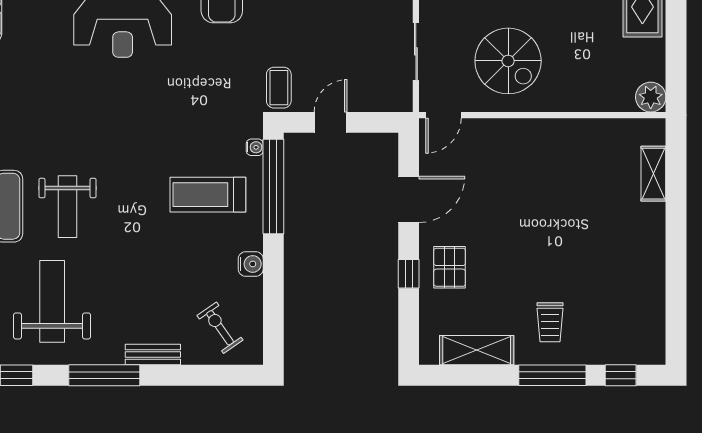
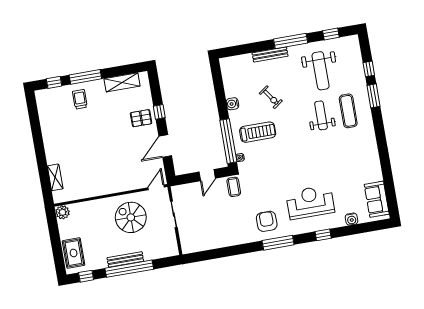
pallet: (450, 267) -> (141, 118), turned 90
trolley: (550, 322) -> (80, 99), moved
exercise bike: (220, 328) -> (271, 97), moved
bench: (153, 355) -> (270, 54), width x1.36

